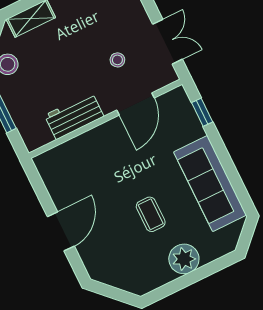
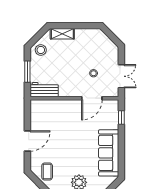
workbench: (74, 116) -> (44, 90), moved
coffee table: (151, 214) -> (47, 171), moved

